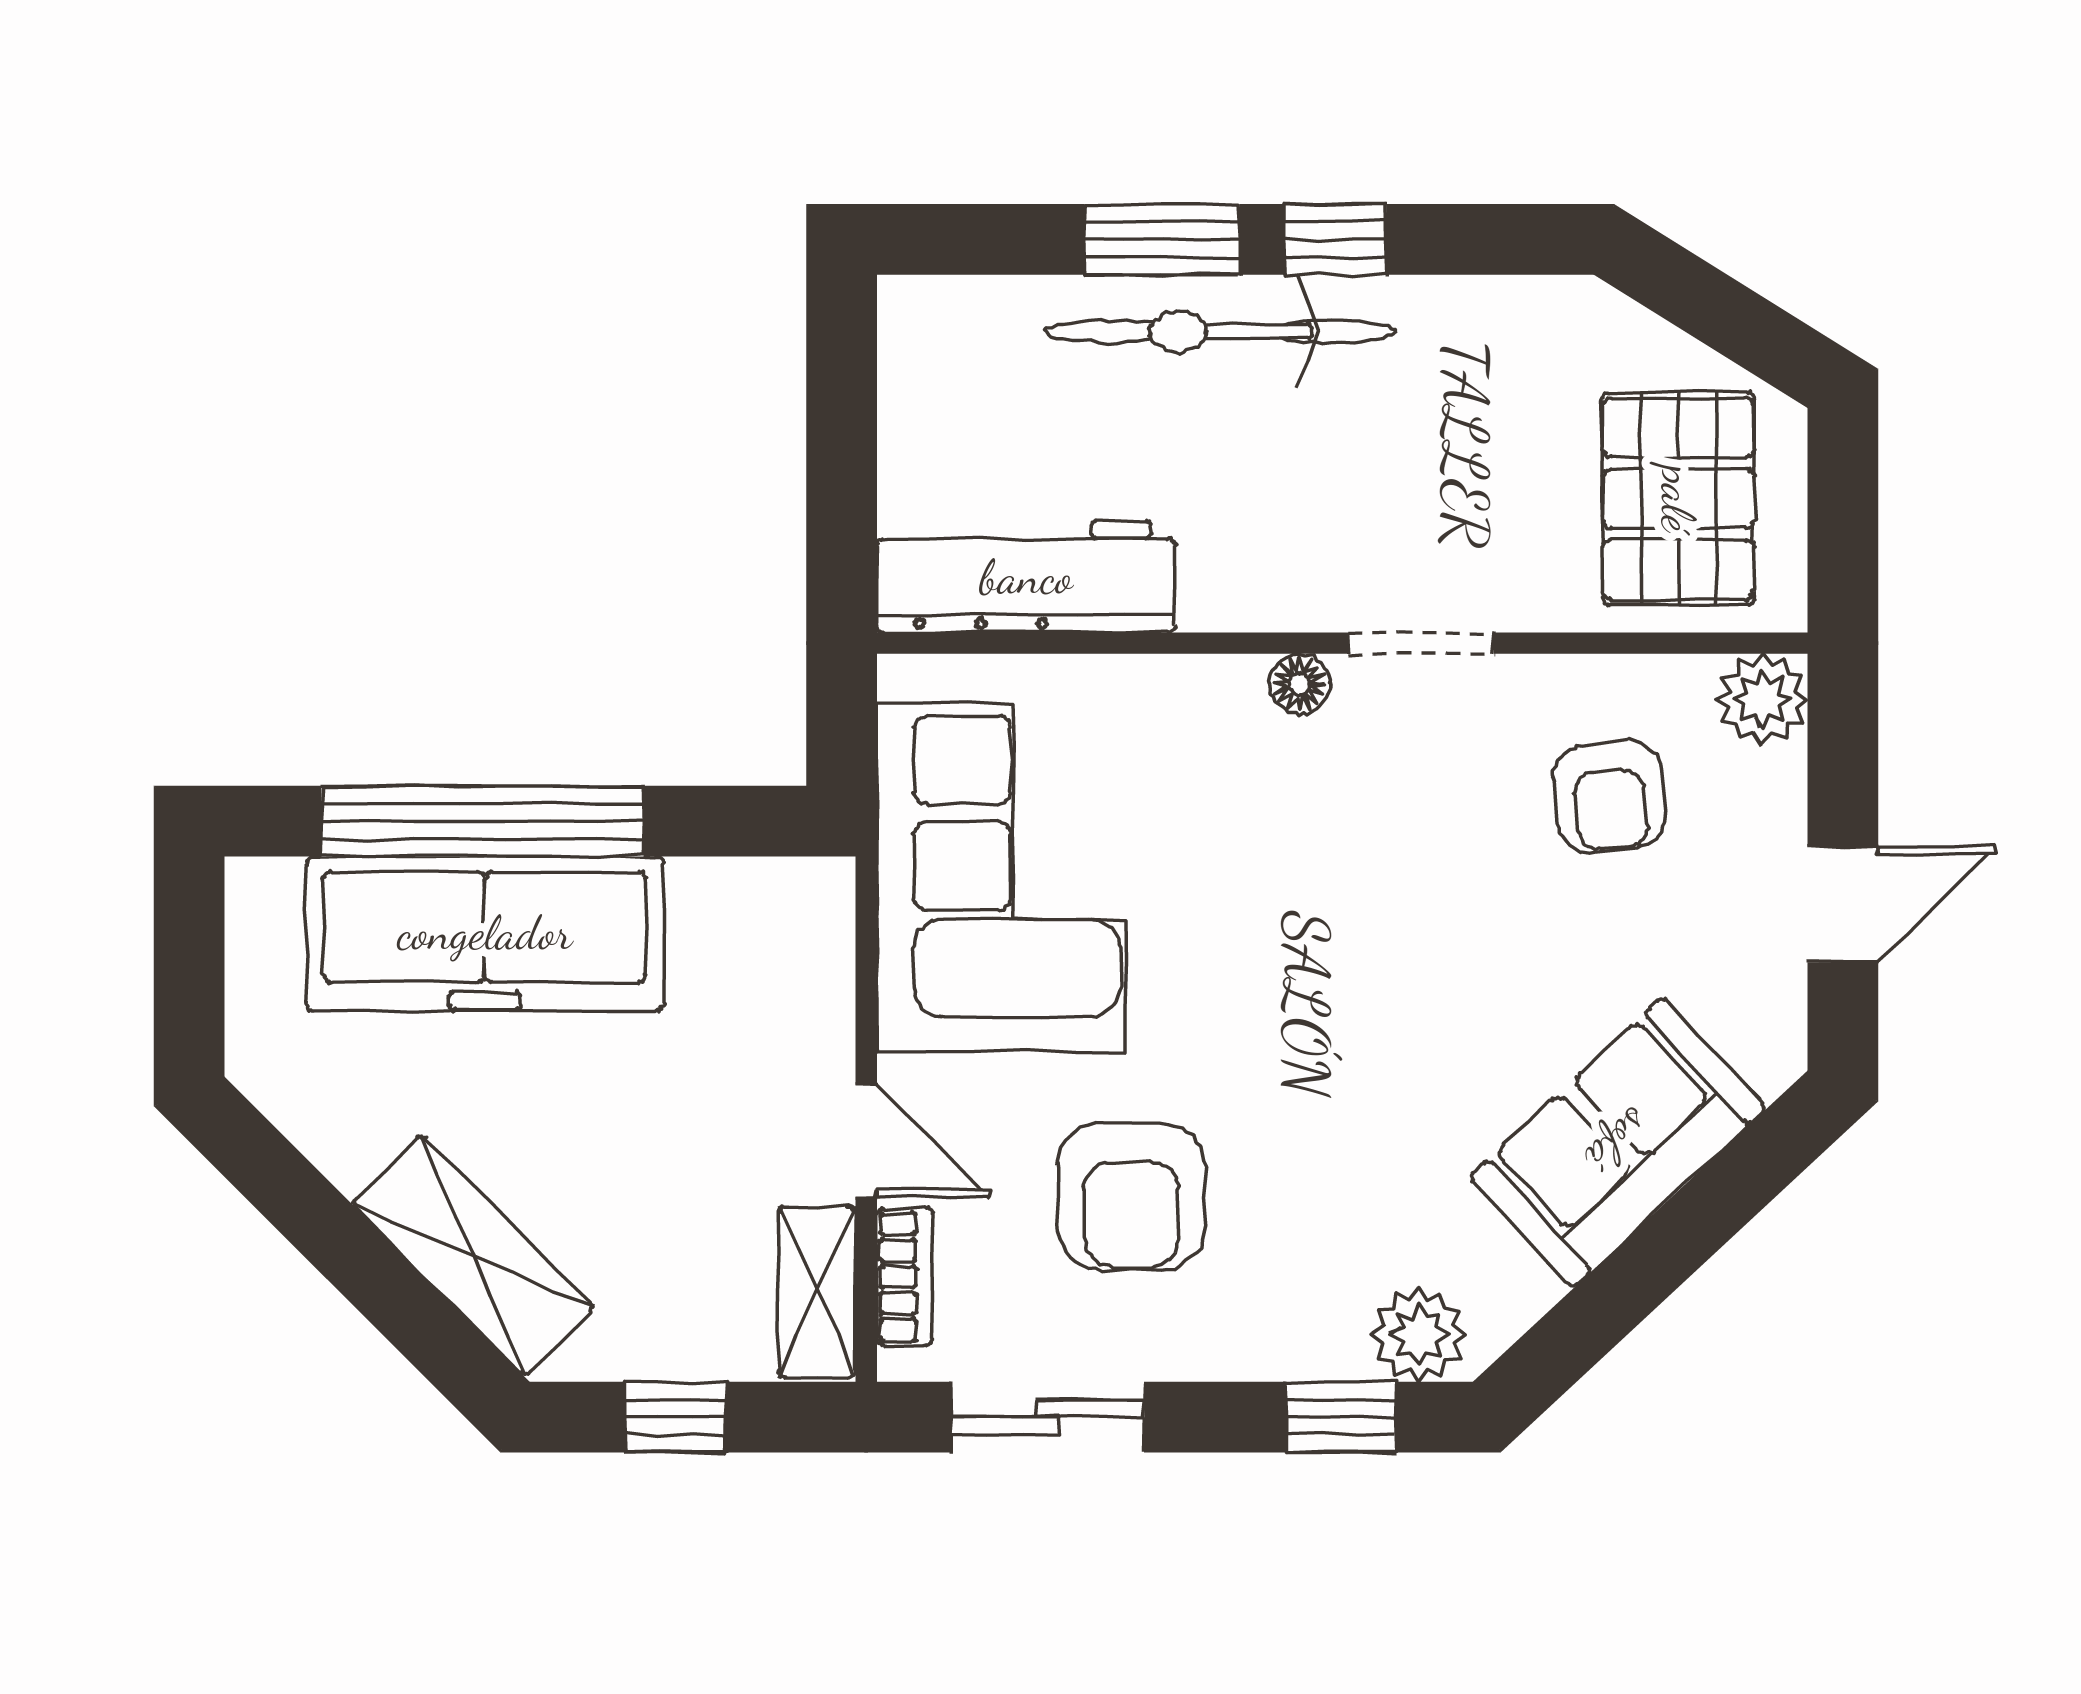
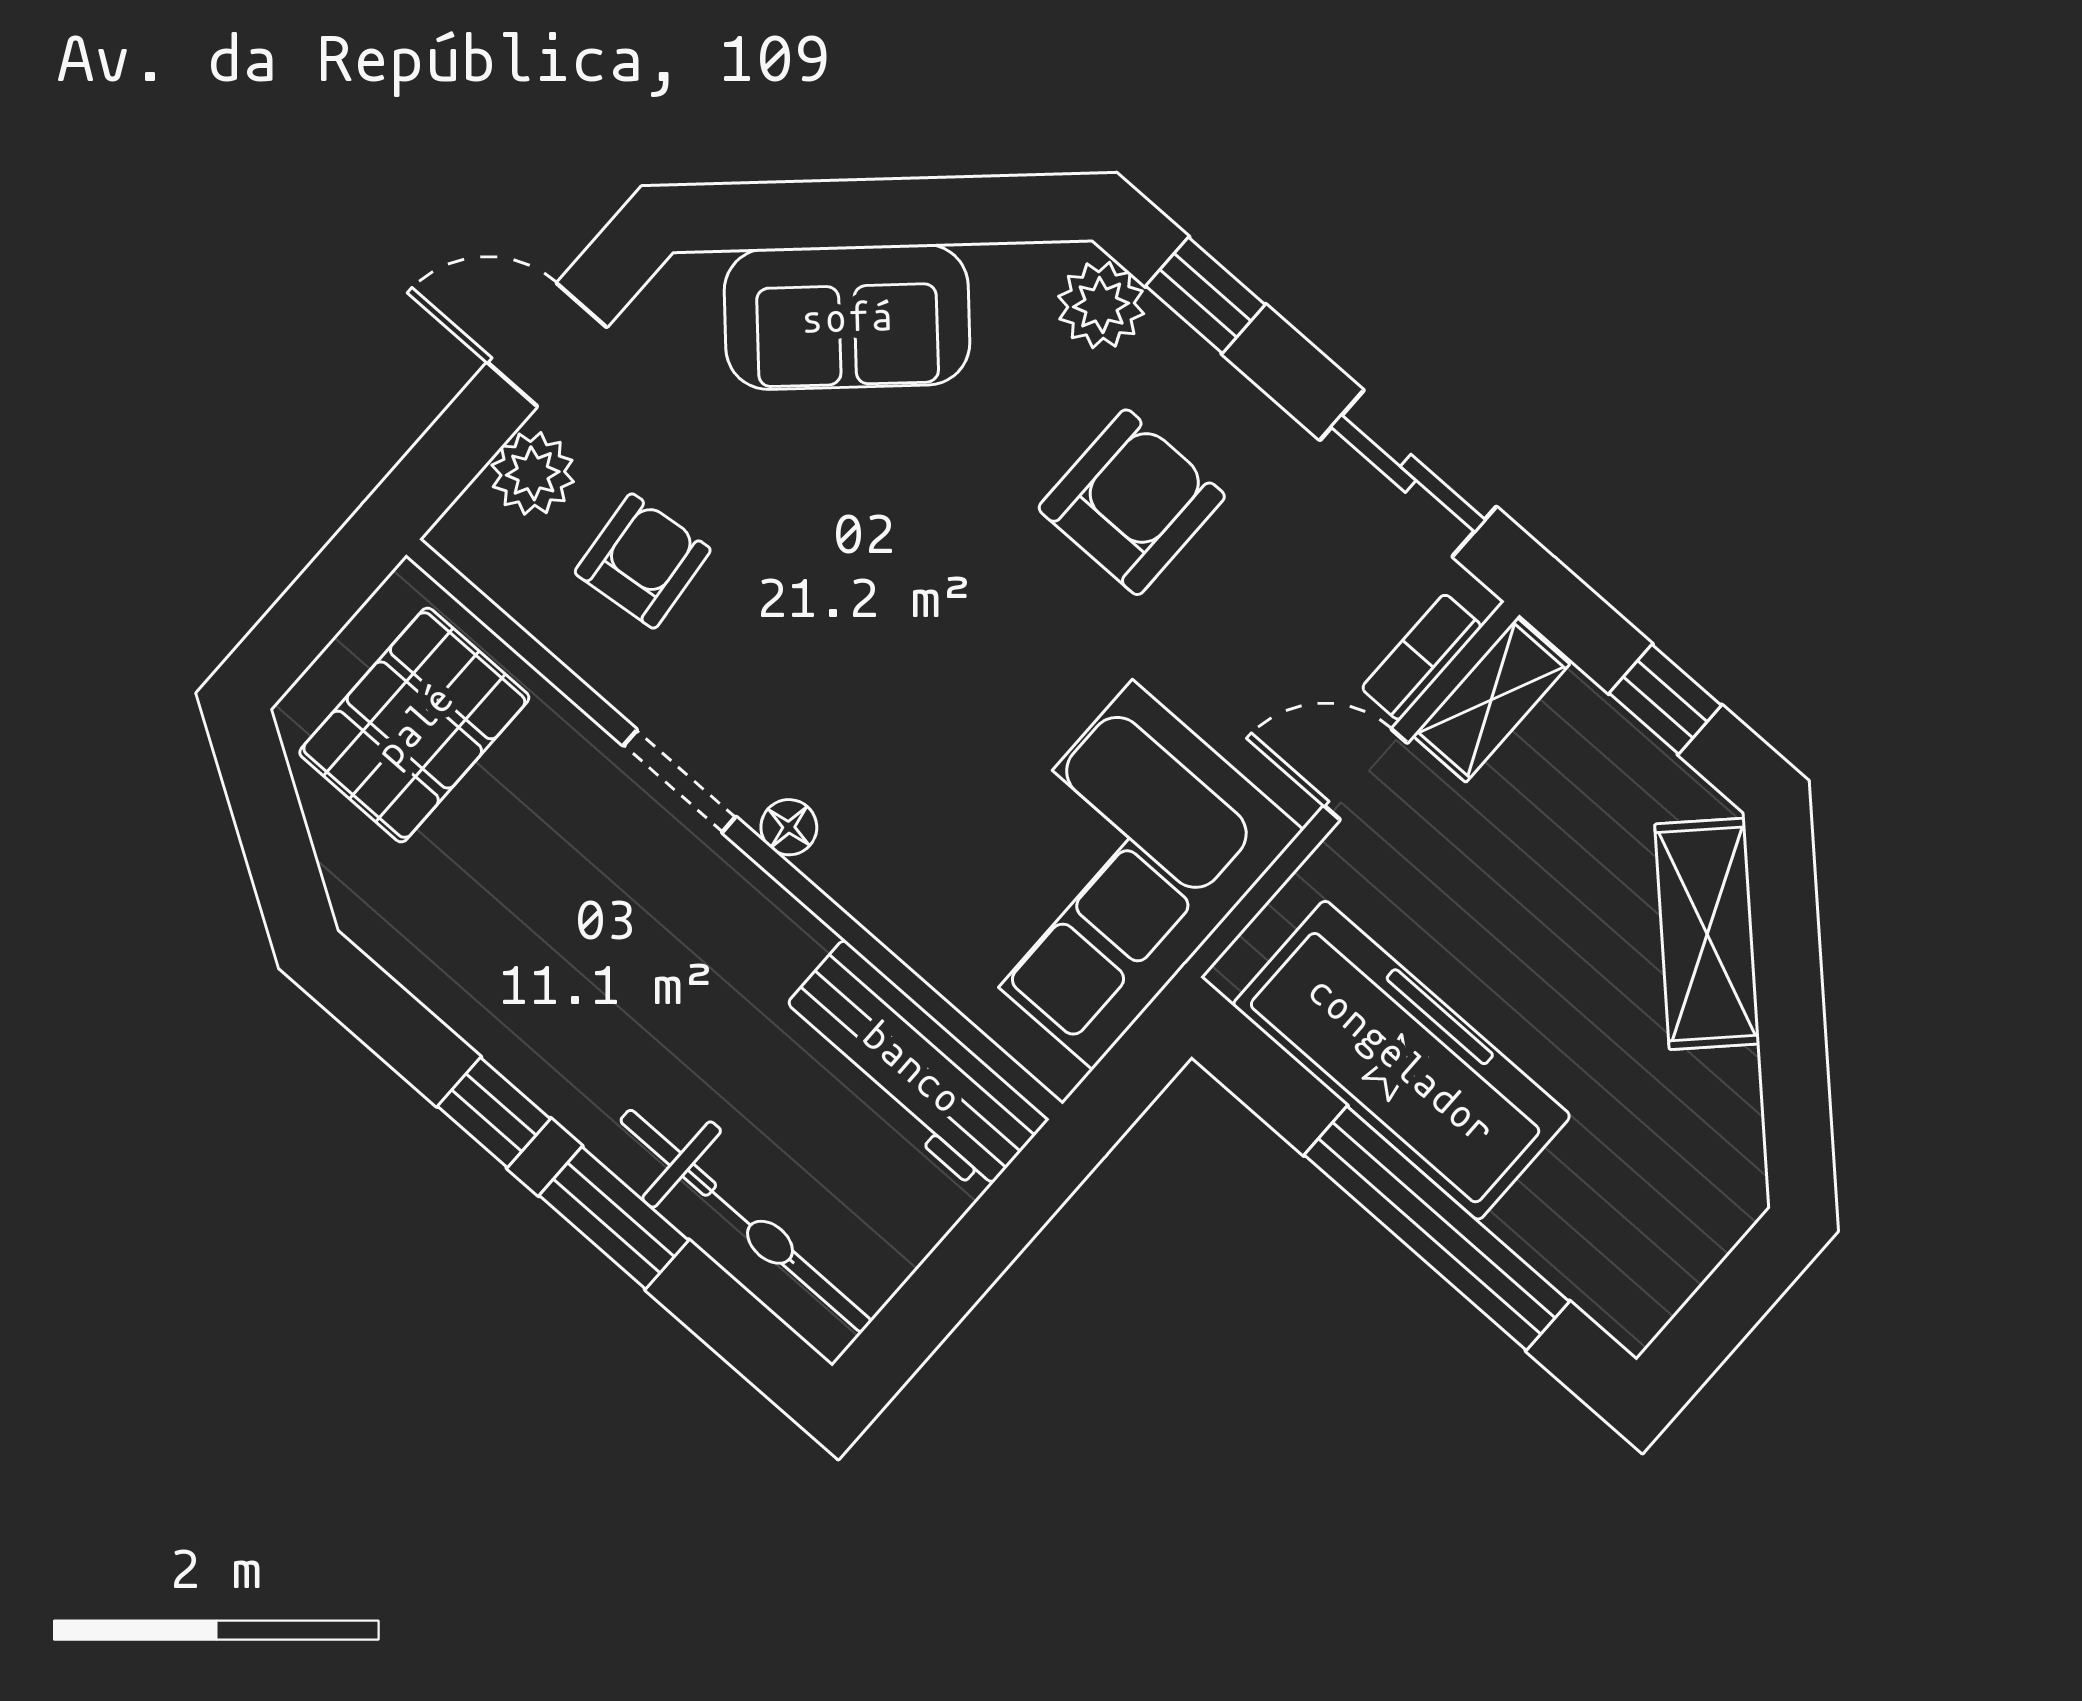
bicycle: (1220, 332) -> (746, 1221), moved
plant: (1762, 699) -> (533, 473), moved
freezer: (485, 933) -> (1402, 1060), moved
door: (866, 1141) -> (1366, 774), hinge flipped
armchair: (1131, 1196) -> (1132, 502), moved

